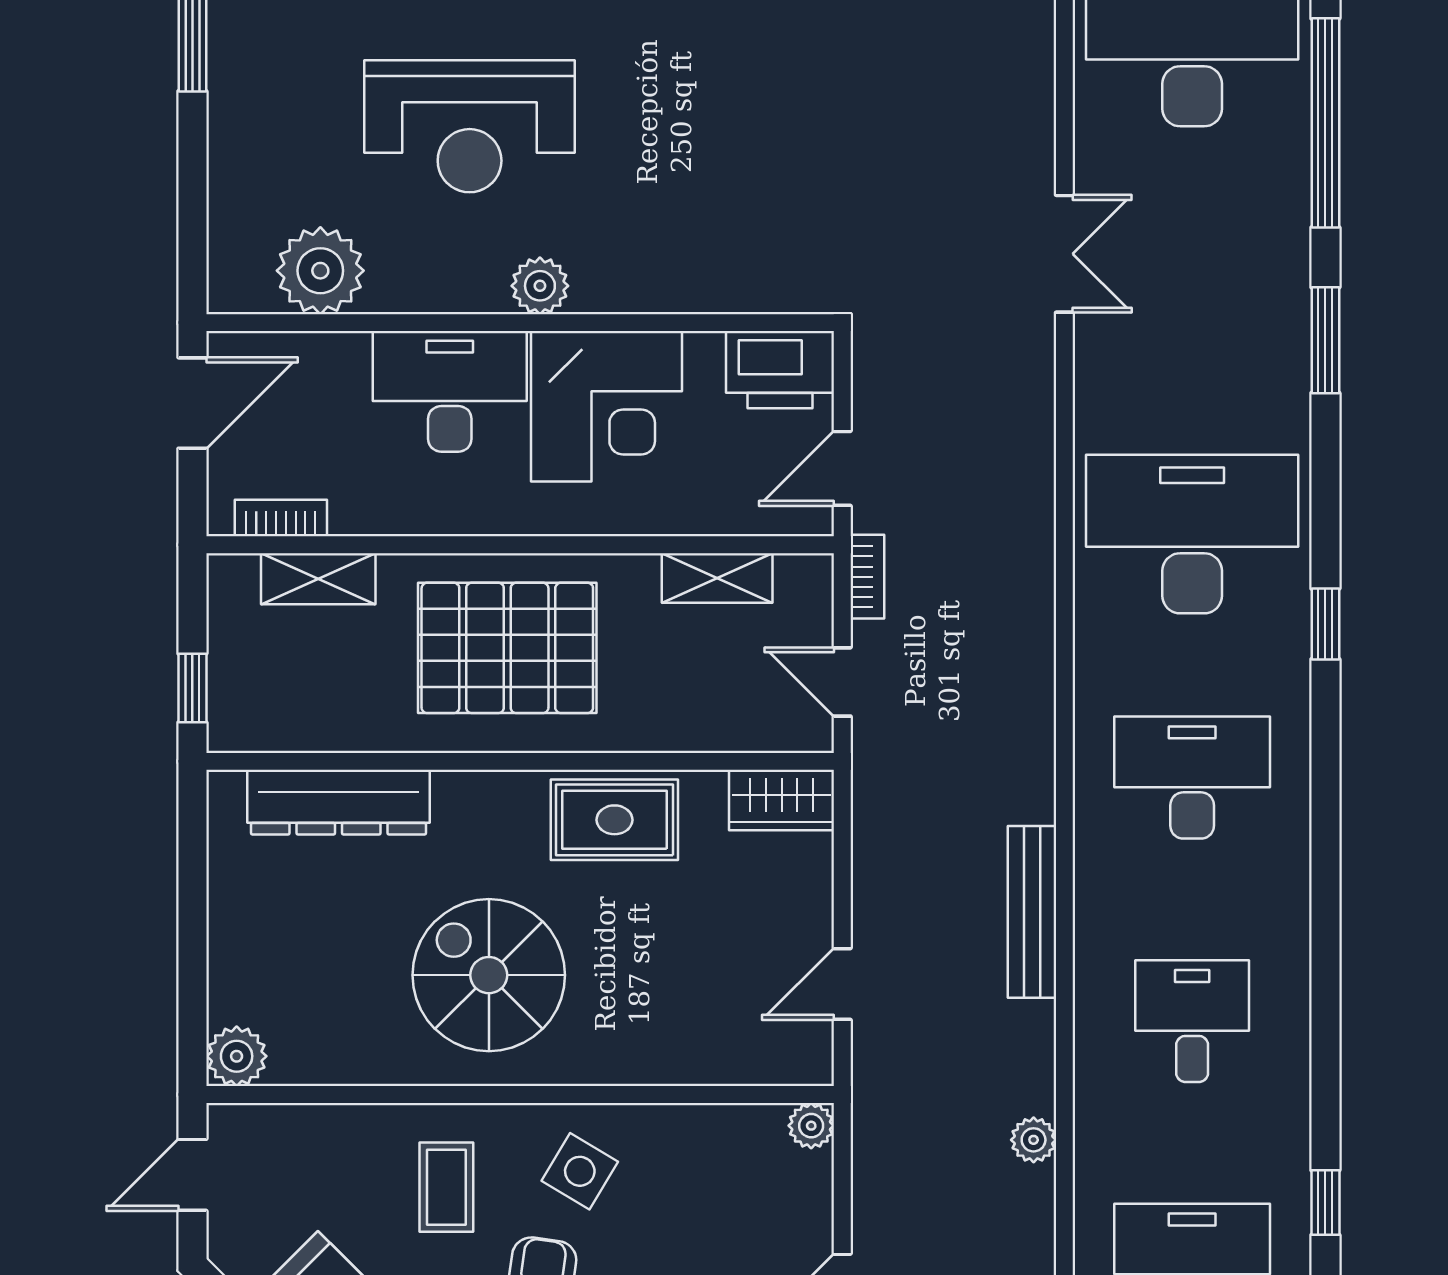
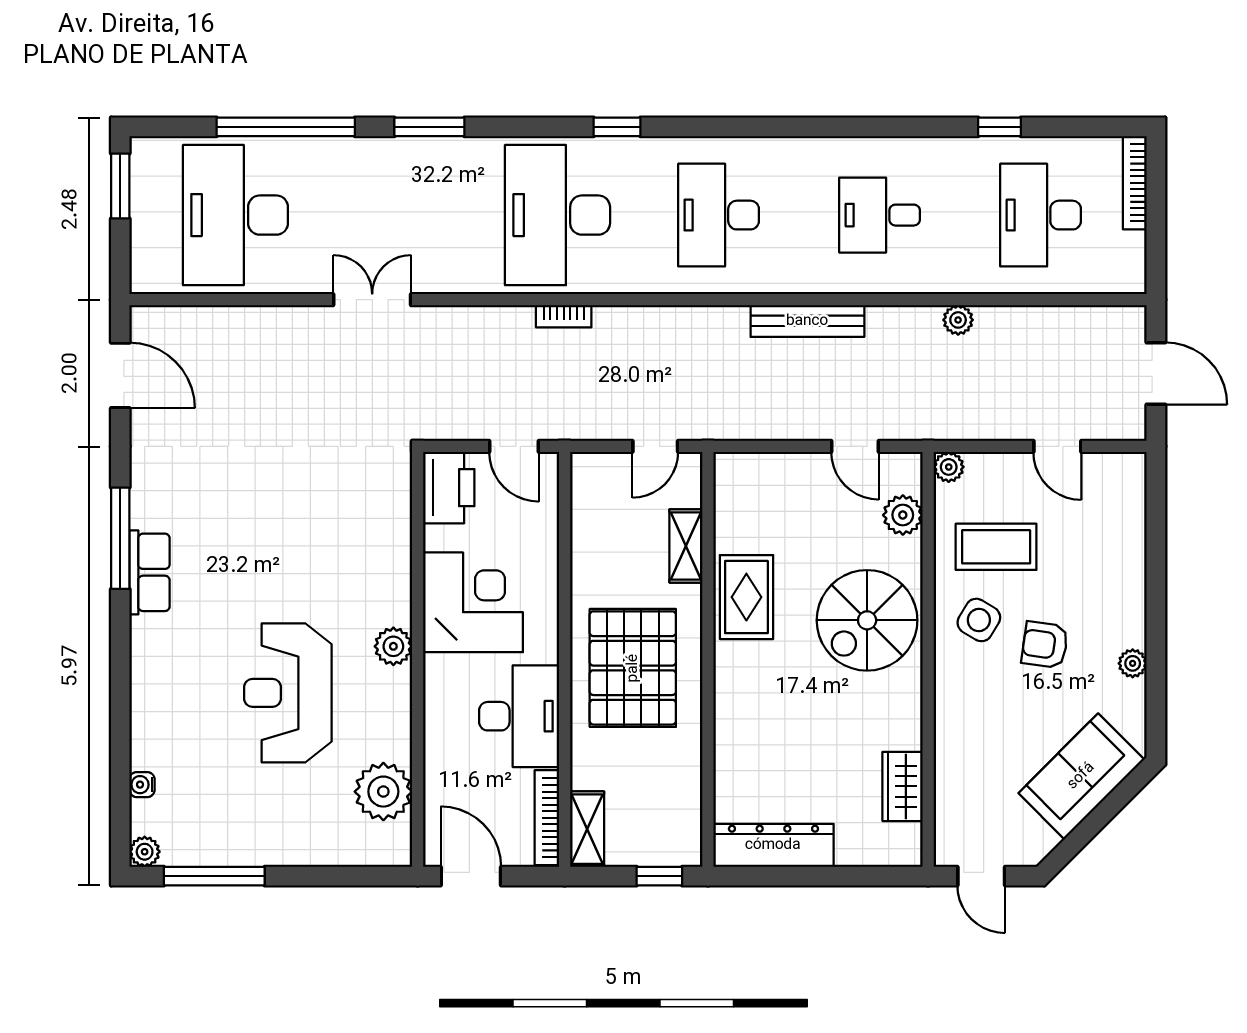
reception desk: (470, 126) -> (288, 693), turned 180
desk: (450, 391) -> (519, 716), moved, turned 180
bookcase: (281, 518) -> (547, 818), width x1.56
bookcase: (867, 577) -> (564, 316), moved, turned 180
shelving: (717, 578) -> (686, 546), moved
shelving: (318, 579) -> (587, 829), moved
wardrobe: (782, 800) -> (903, 786), moved, turned 180
dresser: (339, 802) -> (773, 845), moved, turned -90
spiral stairs: (489, 975) -> (867, 620), moved
plant: (237, 1056) -> (903, 515), moved
coffee table: (446, 1187) -> (996, 547), moved, width x1.36, depth x1.30

